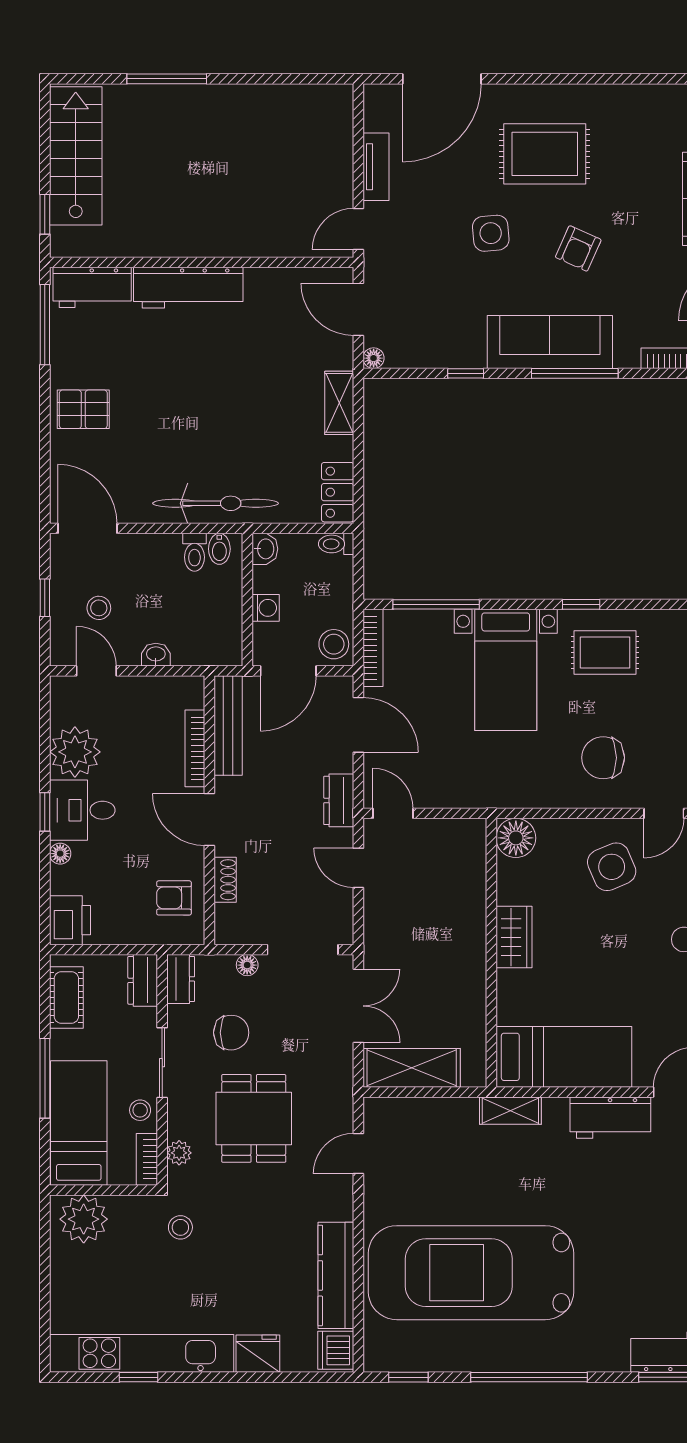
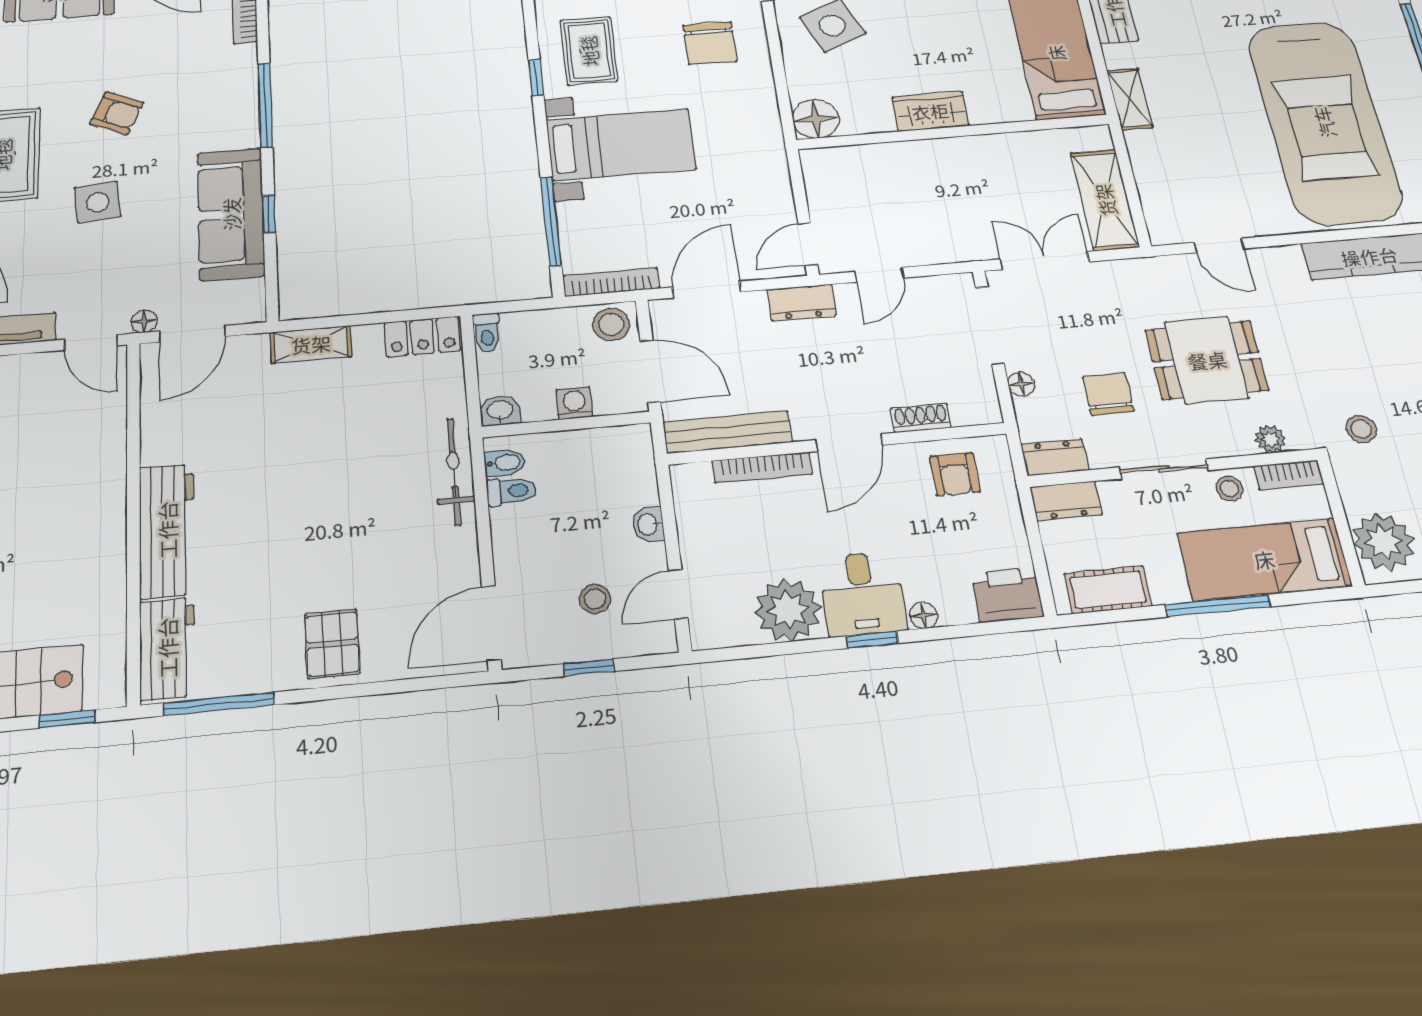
sofa: (550, 342) -> (231, 214), moved
floor lamp: (374, 358) -> (144, 321), moved
bicycle: (216, 503) -> (454, 472), width x0.73, depth x0.71

